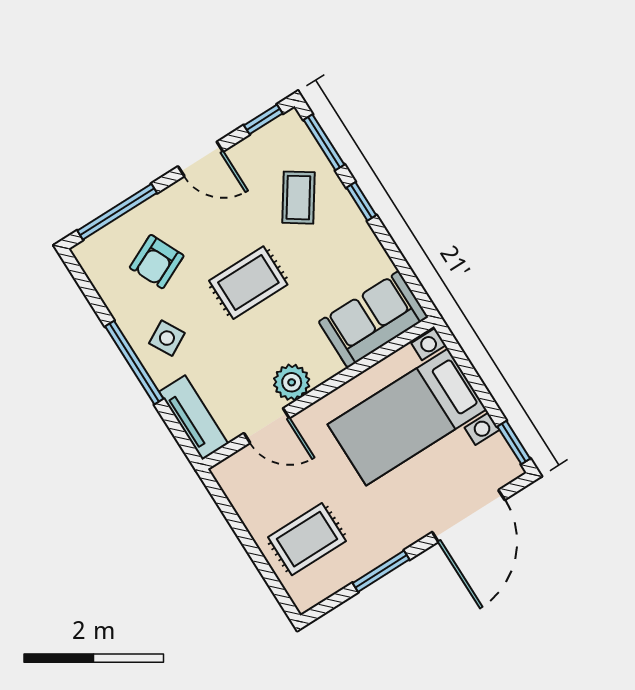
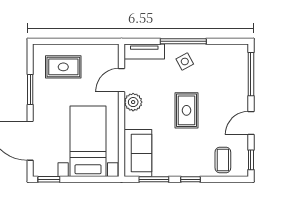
window: (324, 142) -> (154, 179), moved
coffee table: (298, 198) -> (223, 160), moved, turned 56
armchair: (157, 262) -> (220, 77), removed
rug: (307, 539) -> (63, 67), turned 90

